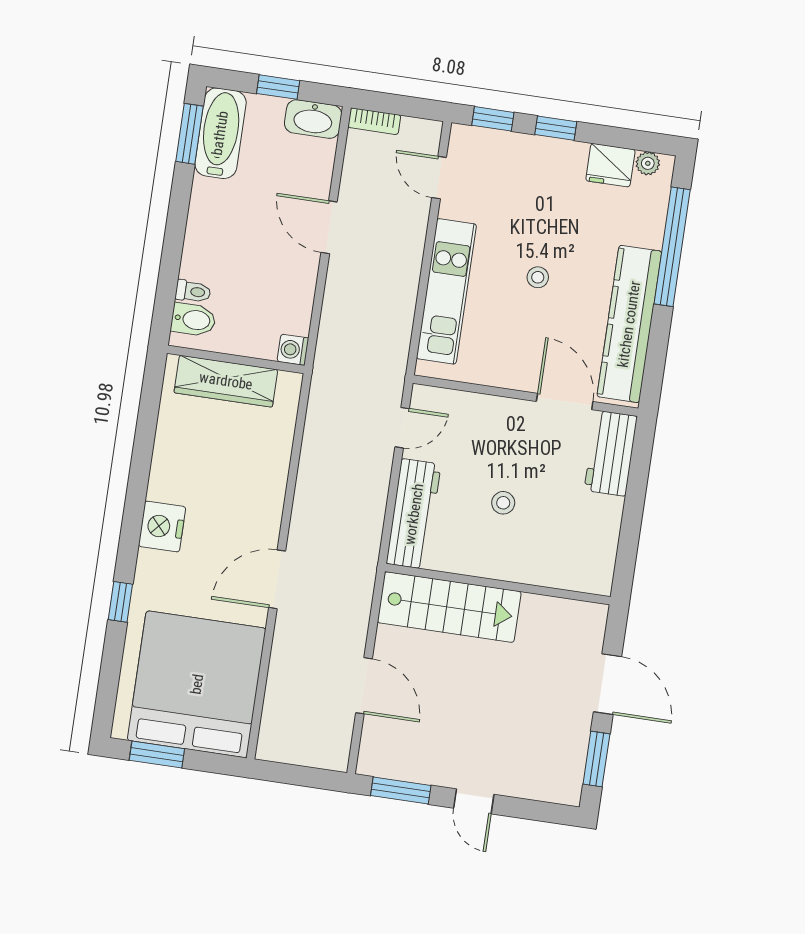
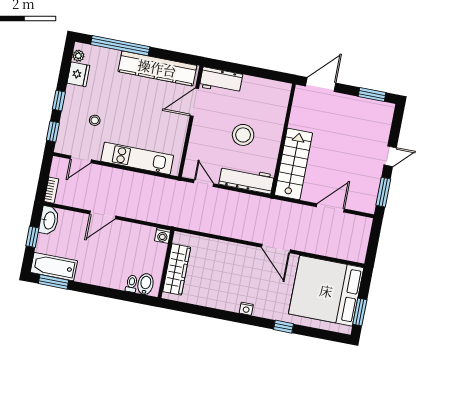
stool: (538, 277) -> (95, 120), moved
stool: (503, 503) -> (243, 135), width x1.89, depth x1.89
nightstand: (162, 526) -> (246, 309), width x0.53, depth x0.56
door: (607, 684) -> (321, 85), moved

